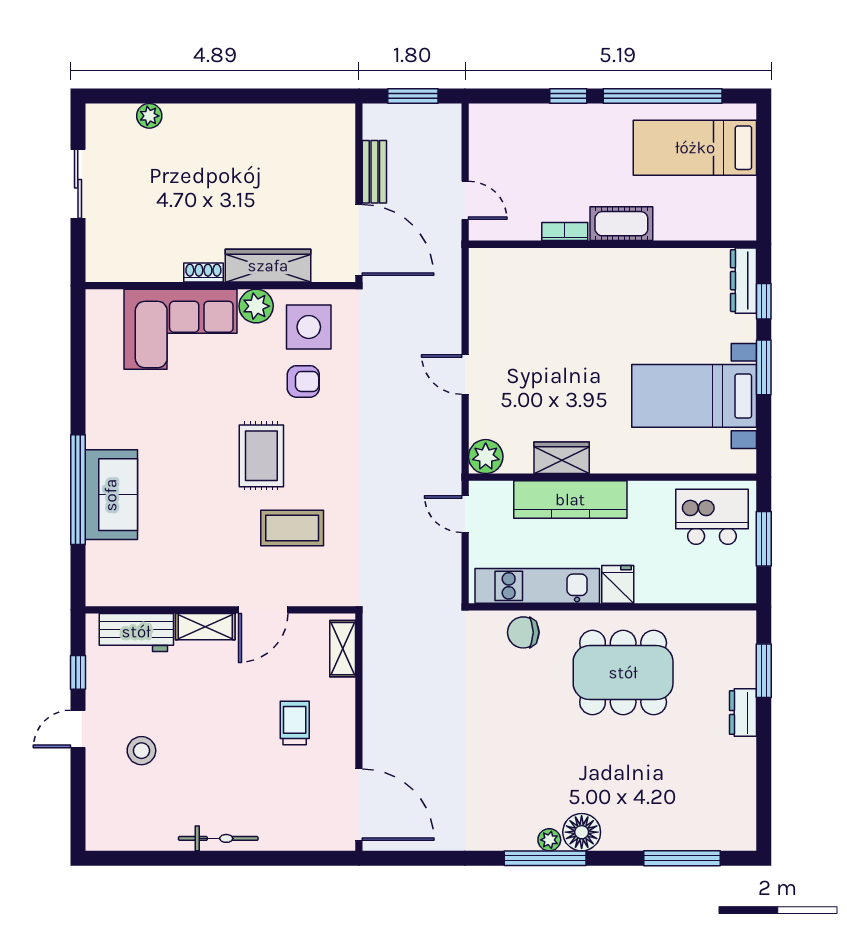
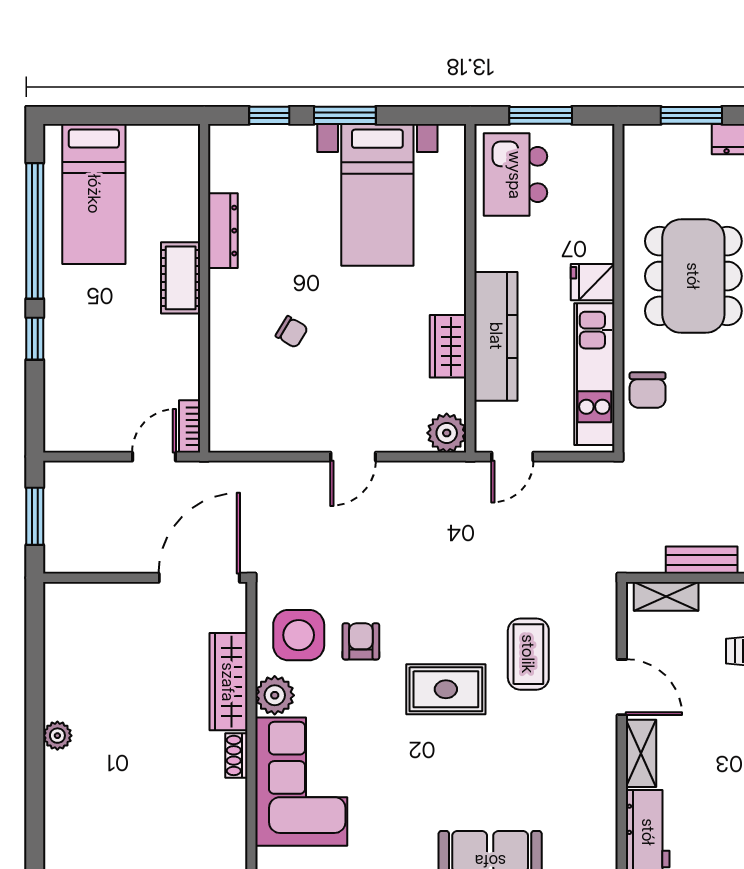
plant: (149, 116) -> (57, 736), moved
bench: (374, 172) -> (702, 560), moved
bookcase: (565, 232) -> (190, 426), moved
dresser: (744, 281) -> (223, 231), moved, turned -90
chair: (574, 321) -> (292, 332), added

